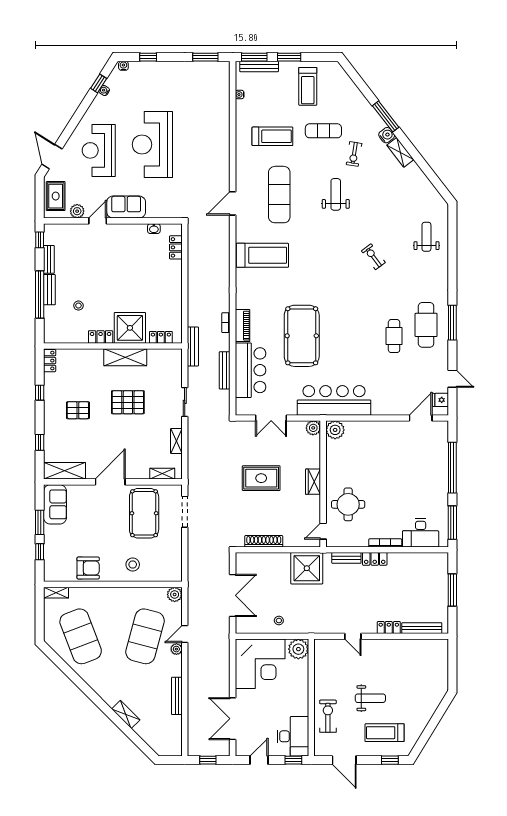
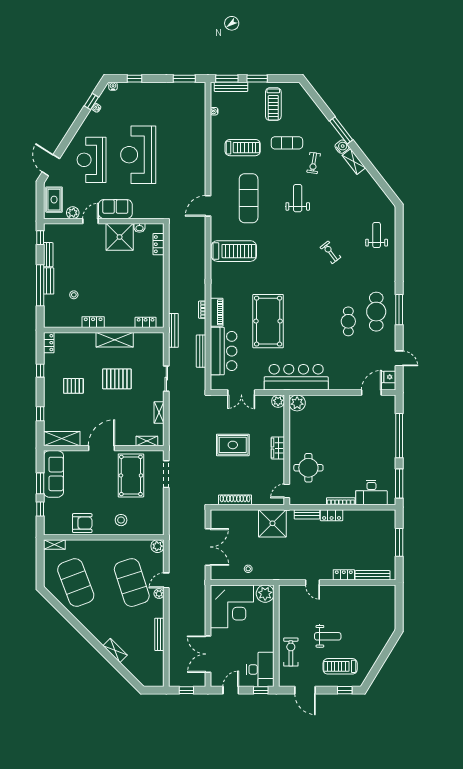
shower: (130, 328) -> (120, 237), moved
sofa: (55, 504) -> (53, 474), width x1.36
exercise mat: (145, 636) -> (132, 583), turned -33

